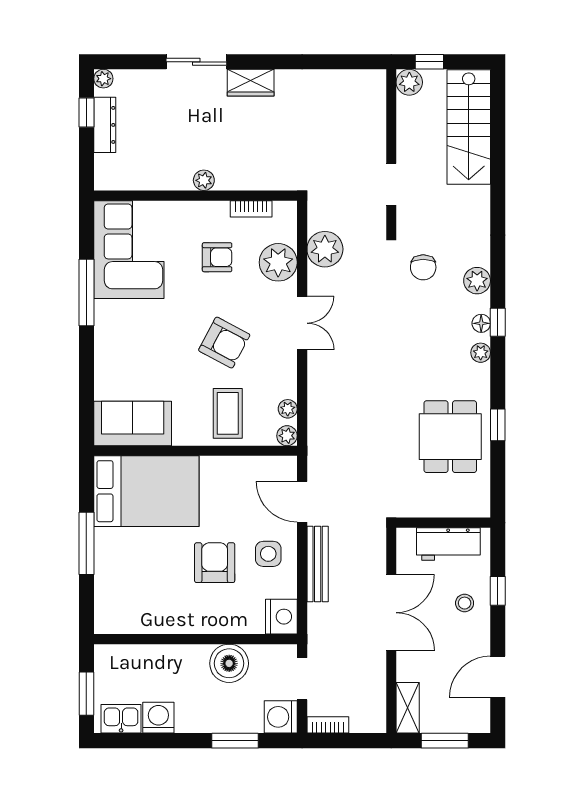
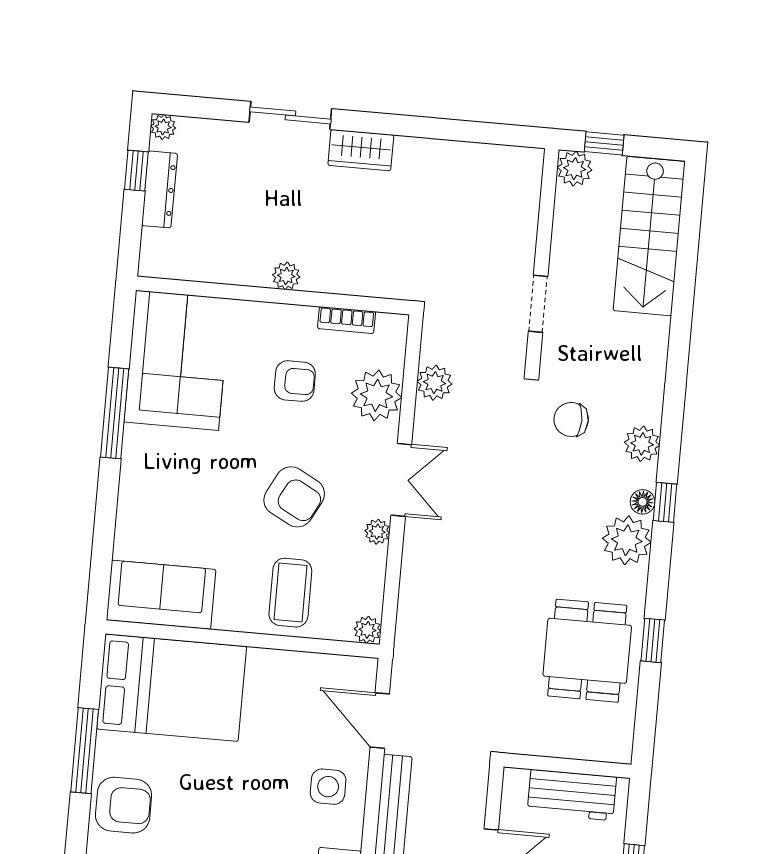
plant: (325, 249) -> (435, 383), width x0.73, depth x0.73
chair: (423, 267) -> (571, 419), turned 90
plant: (481, 353) -> (627, 540), width x1.87, depth x1.87
plant: (288, 409) -> (377, 532), moved
armchair: (215, 563) -> (124, 805), moved, turned 90

